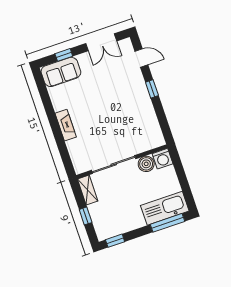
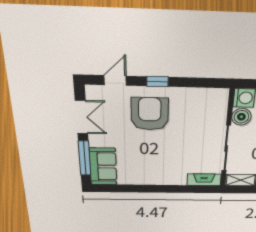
window: (64, 55) -> (85, 158), width x2.17
armchair: (123, 93) -> (150, 114), added
fireplace: (66, 125) -> (204, 180), moved

